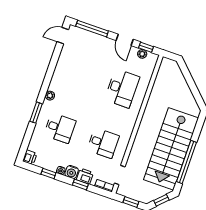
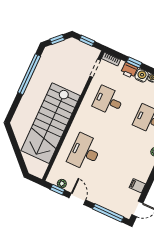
filing cabinet: (65, 59) -> (137, 186), added
stairs: (171, 149) -> (51, 123), moved, turned 180

